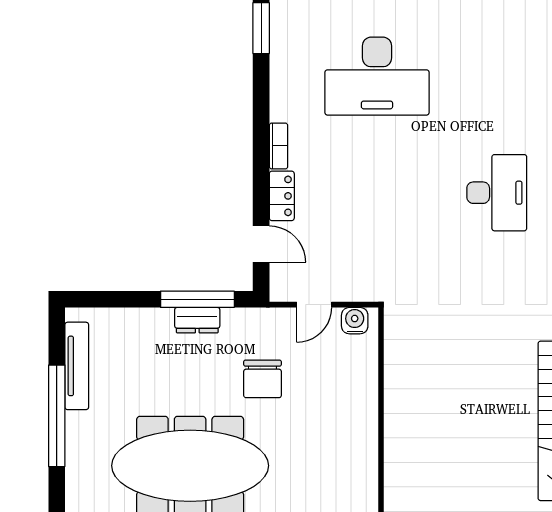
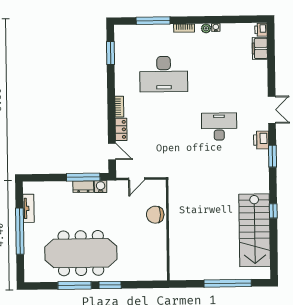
desk: (497, 193) -> (219, 127), turned -90
water cooler: (355, 321) -> (101, 187), moved
tv unit: (77, 366) -> (29, 208), width x0.71
chair: (263, 379) -> (155, 215), moved, turned 90

